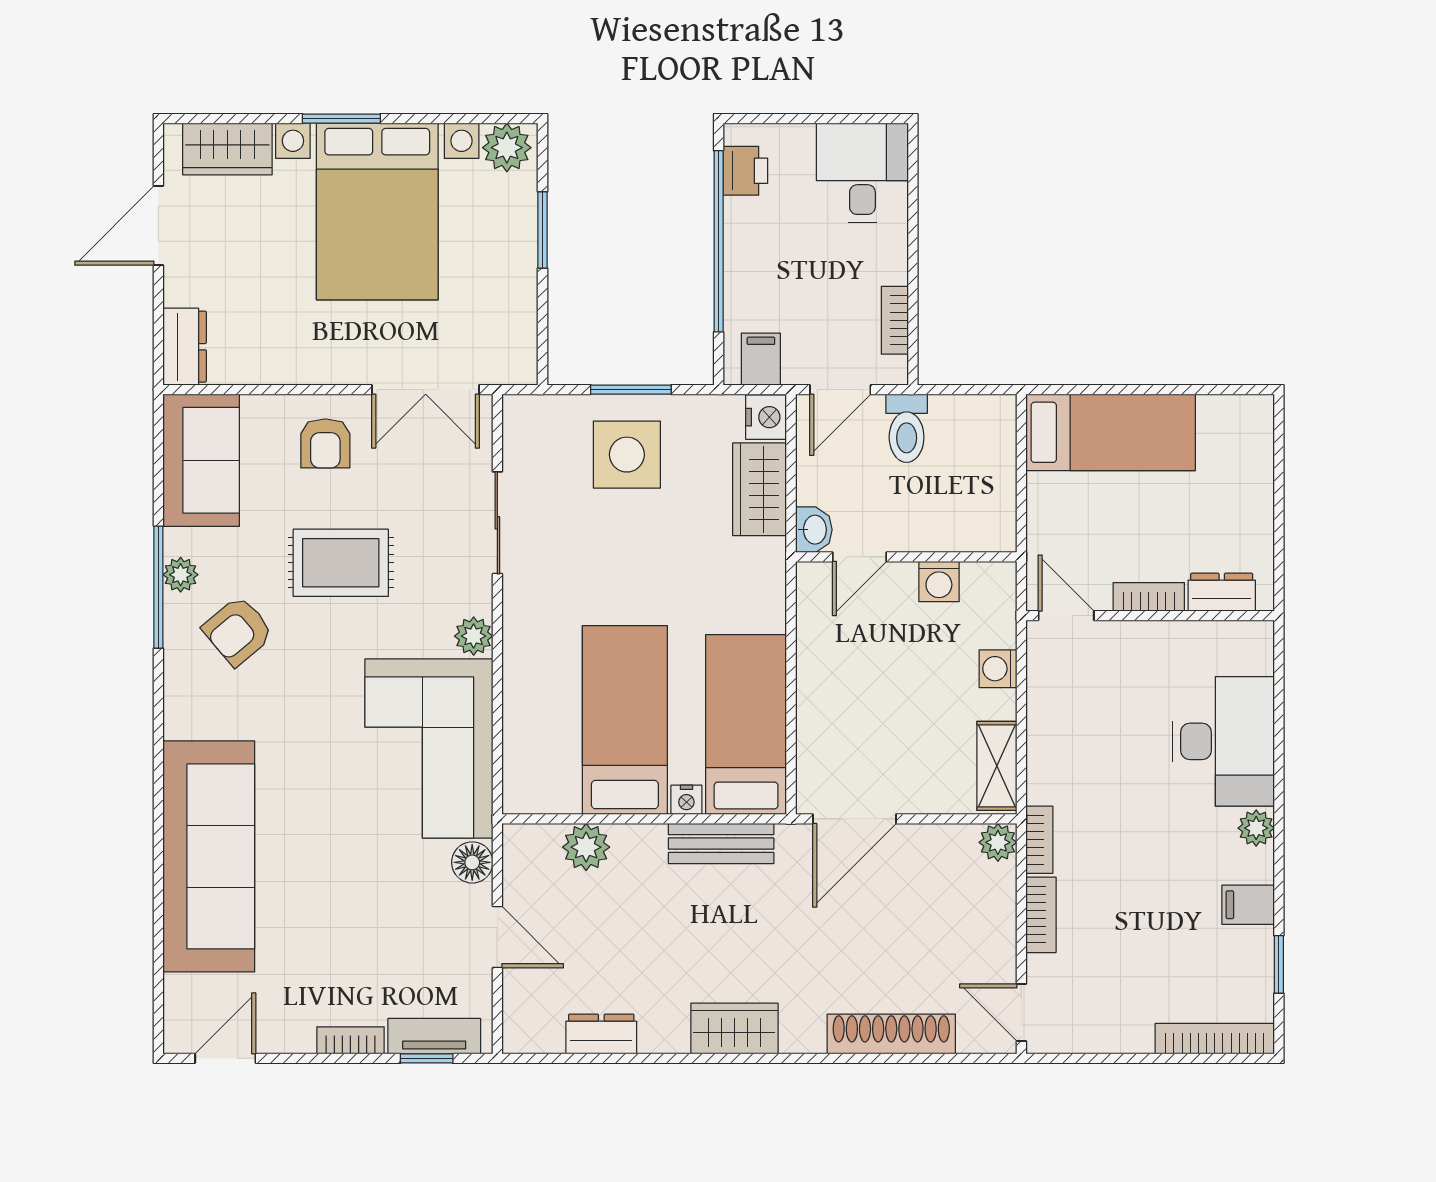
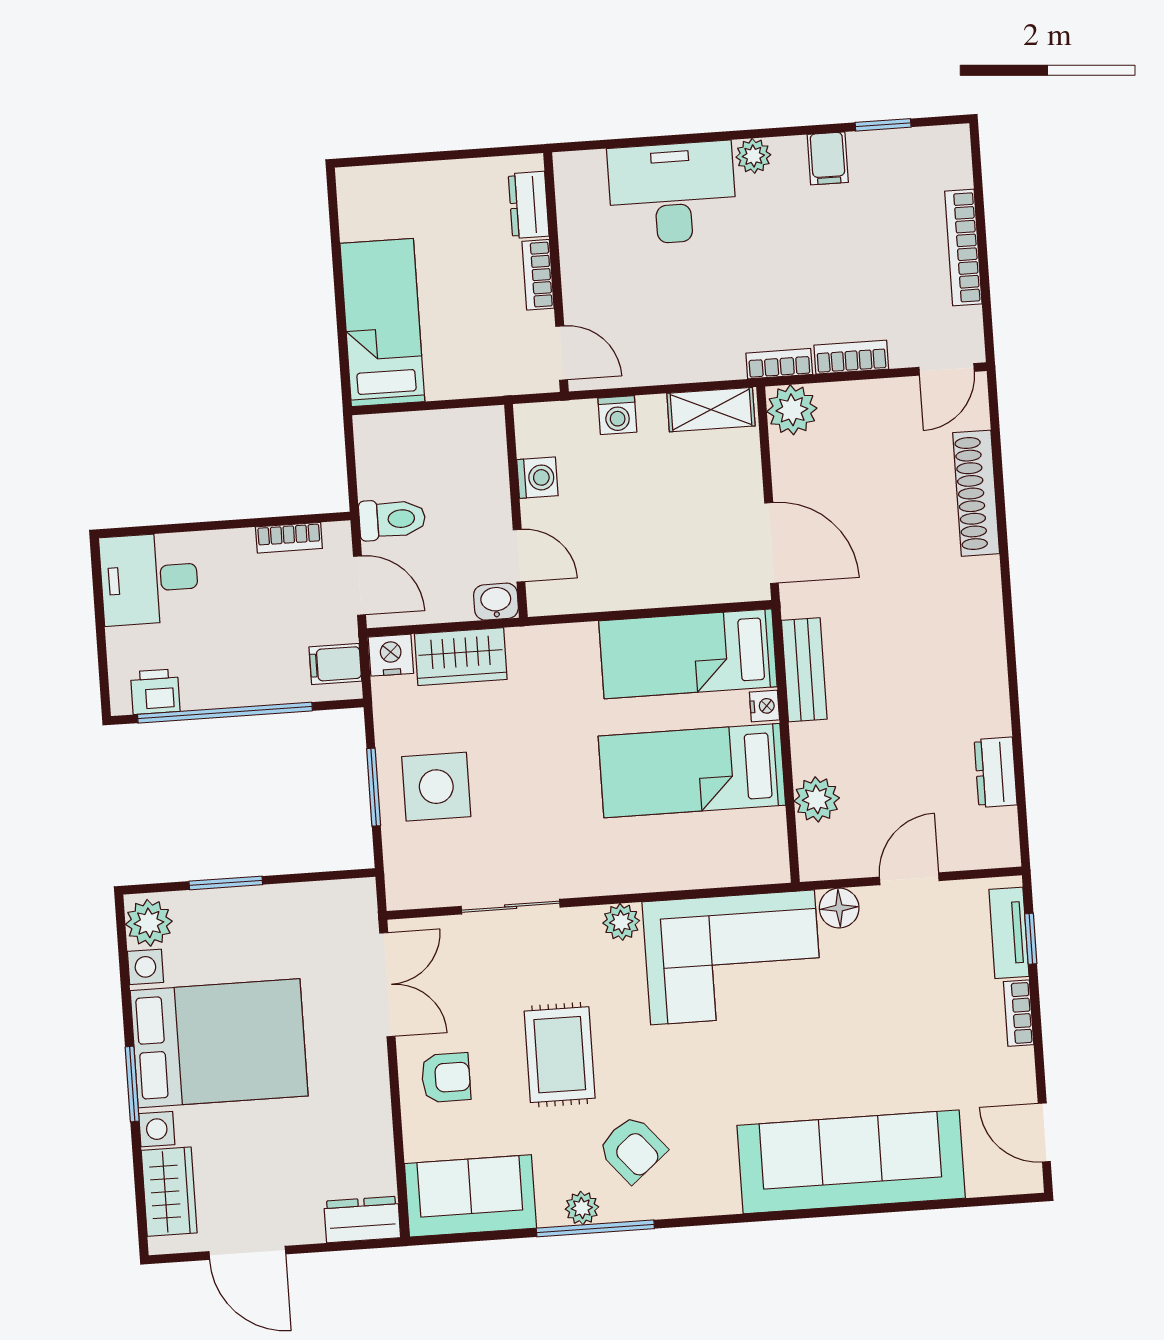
door: (1066, 616) -> (562, 353), swing flipped
plant: (998, 842) -> (792, 410), width x1.38, depth x1.38
wardrobe: (734, 1029) -> (981, 644), removed
bookcase: (1215, 1039) -> (963, 248), moved

